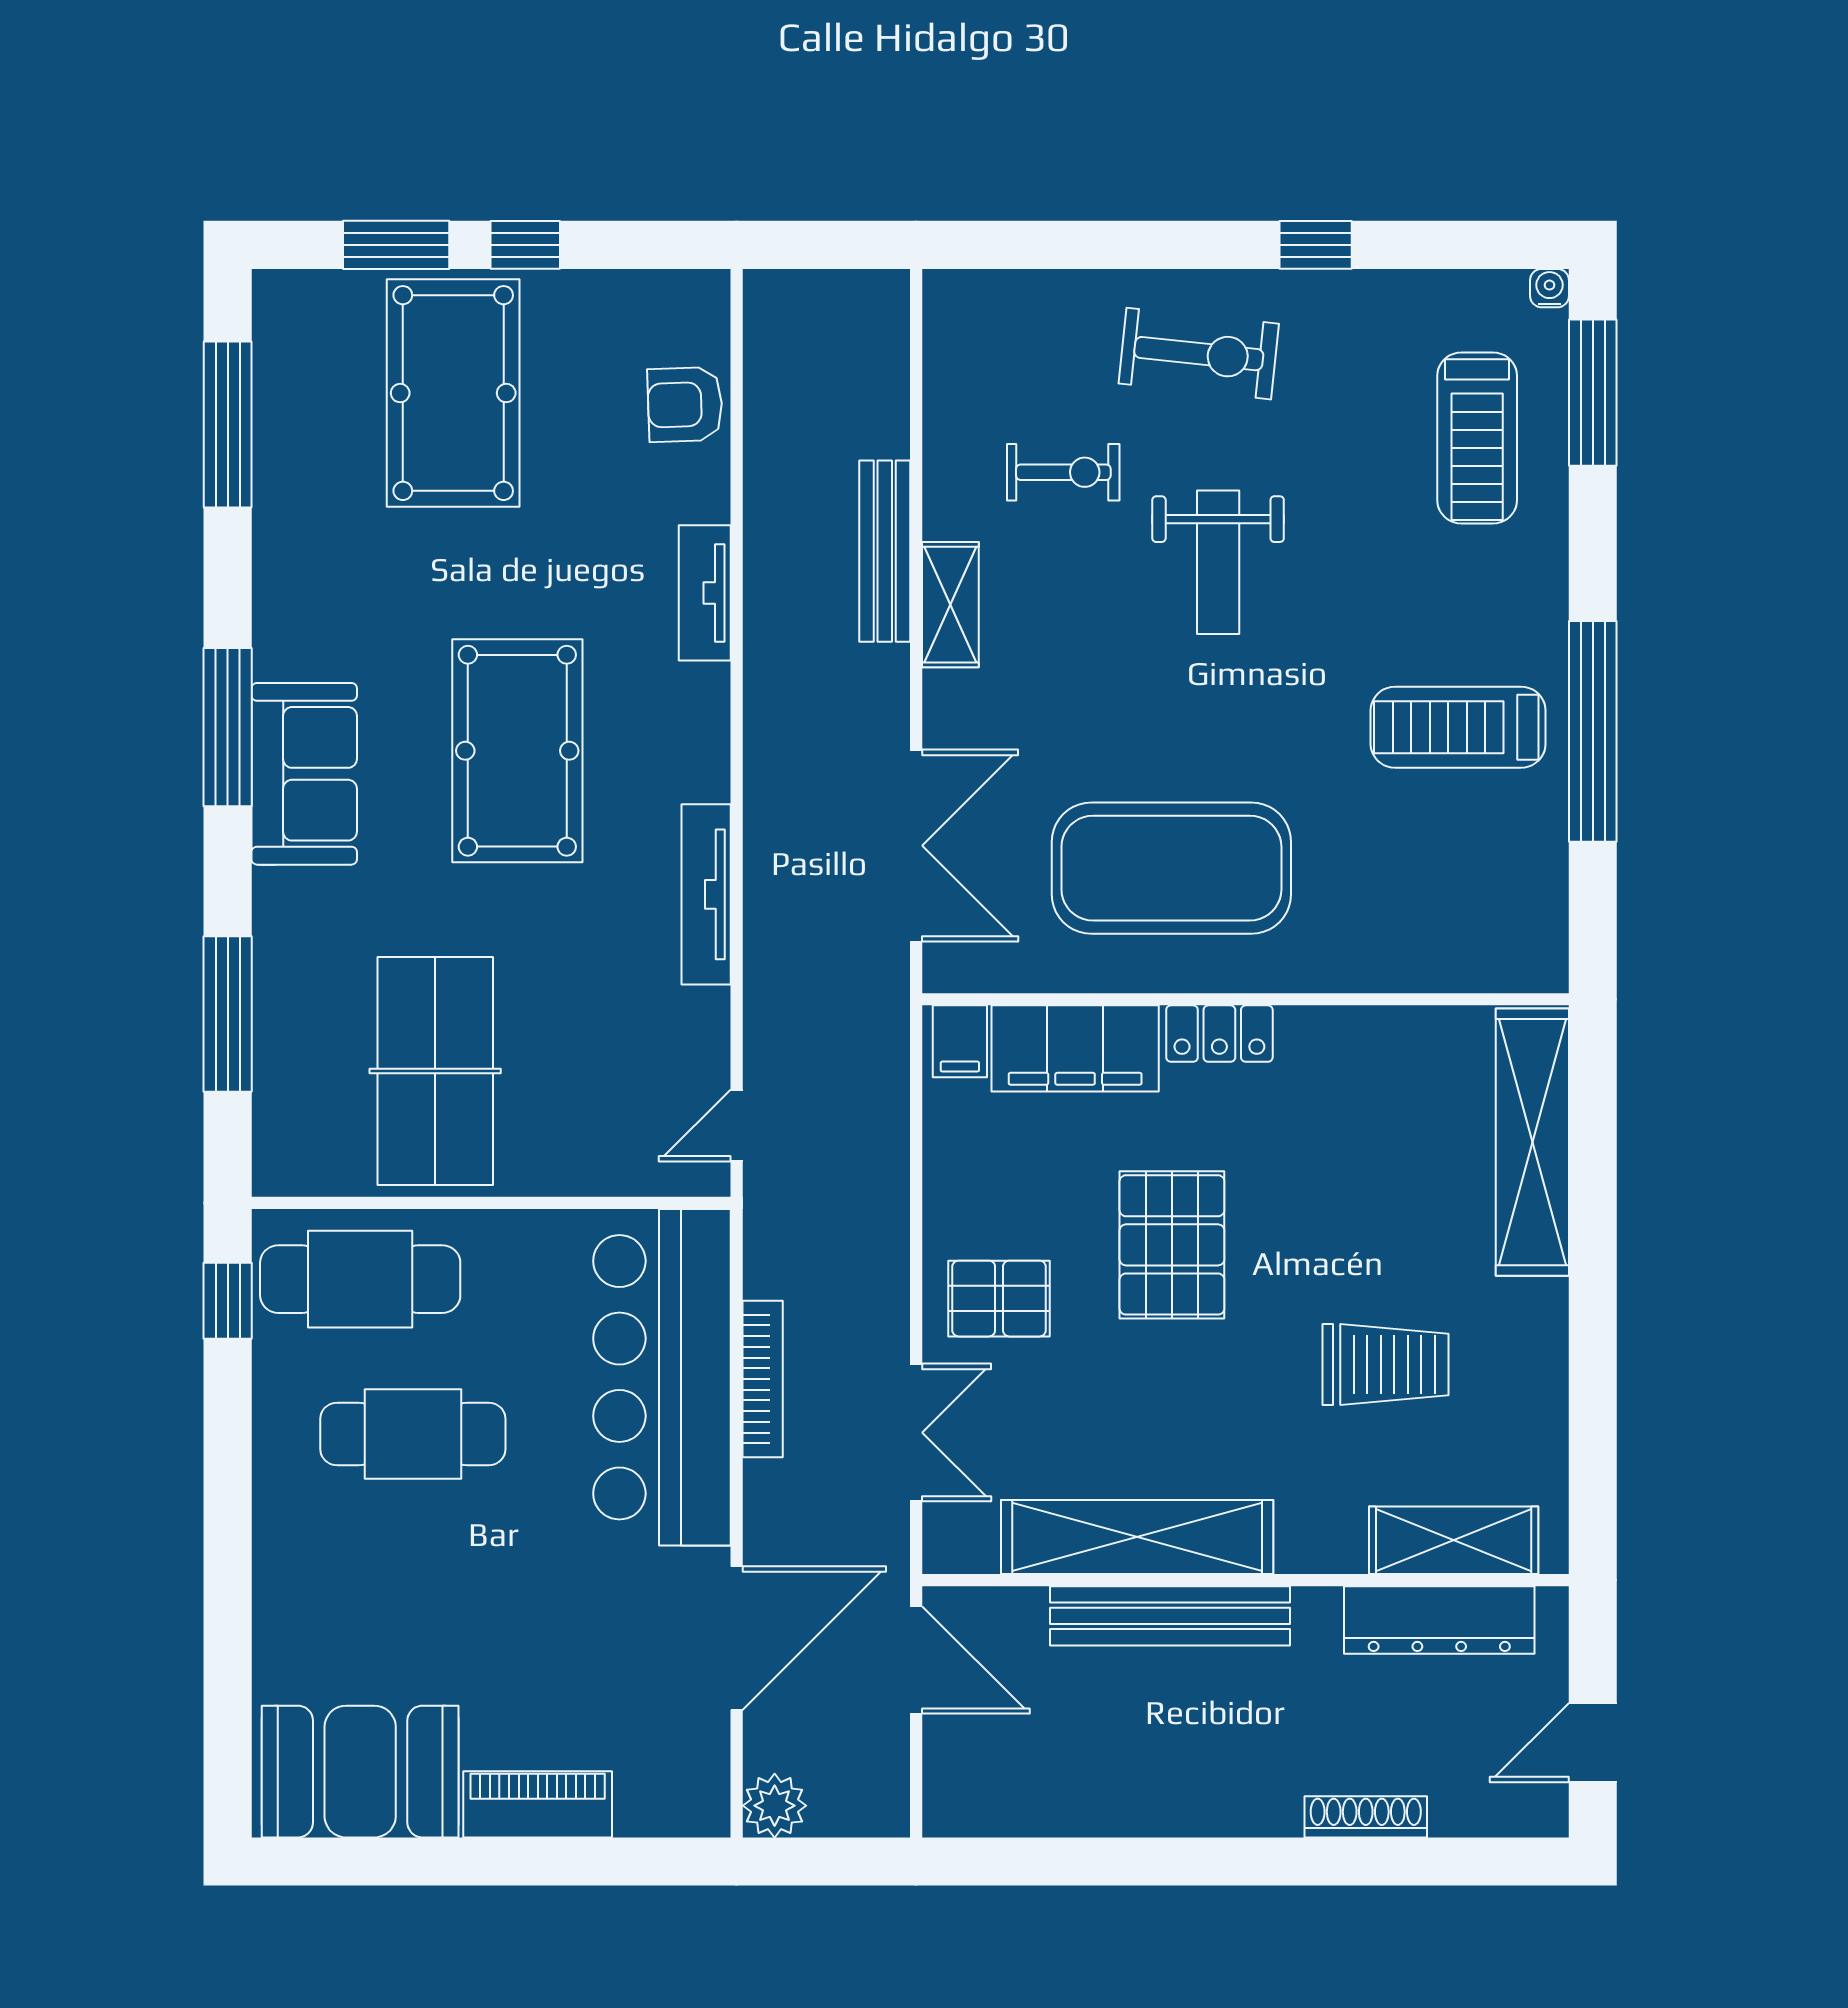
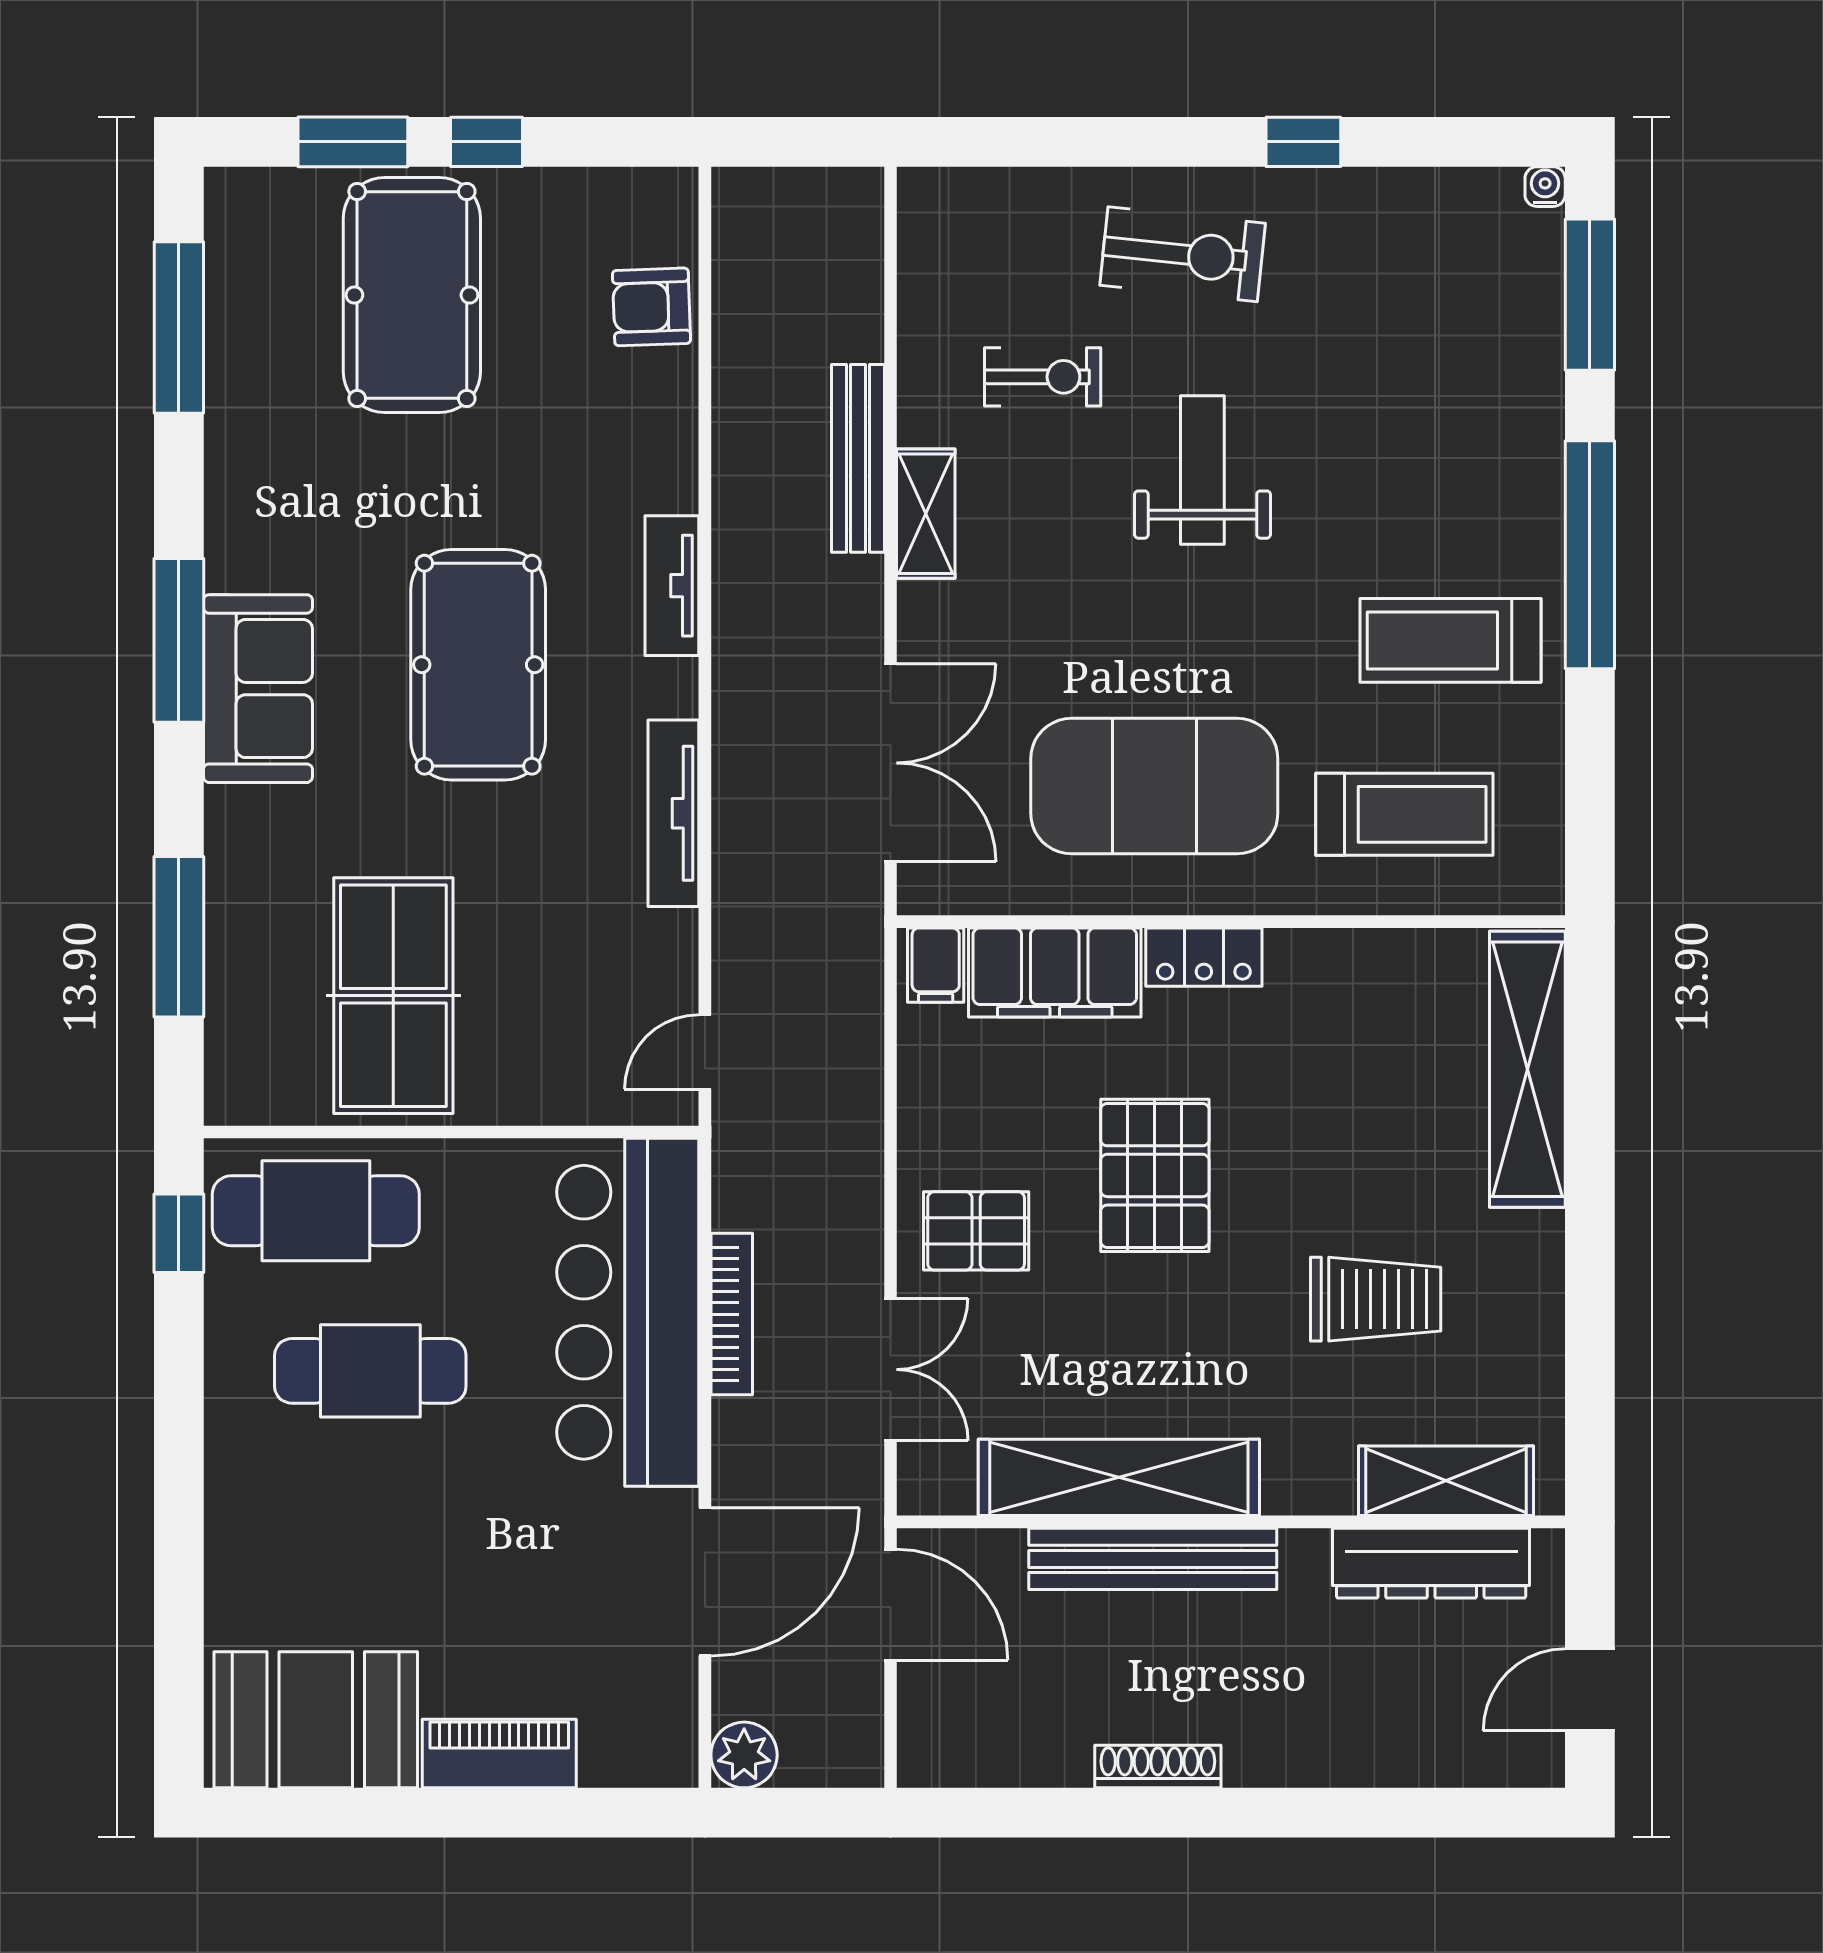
treadmill: (1477, 438) -> (1404, 814), moved, turned -90
weight bench: (1218, 562) -> (1202, 470), turned 180
tv unit: (705, 593) -> (672, 586), moved
window: (1593, 731) -> (1590, 555), moved
shoe rack: (1366, 1817) -> (1158, 1767), moved

